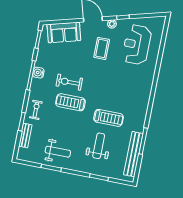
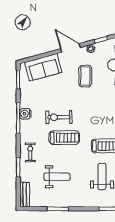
treadmill: (71, 102) -> (64, 138), turned 180
bench: (25, 135) -> (25, 195), moved
weight bench: (58, 152) -> (57, 177), moved

